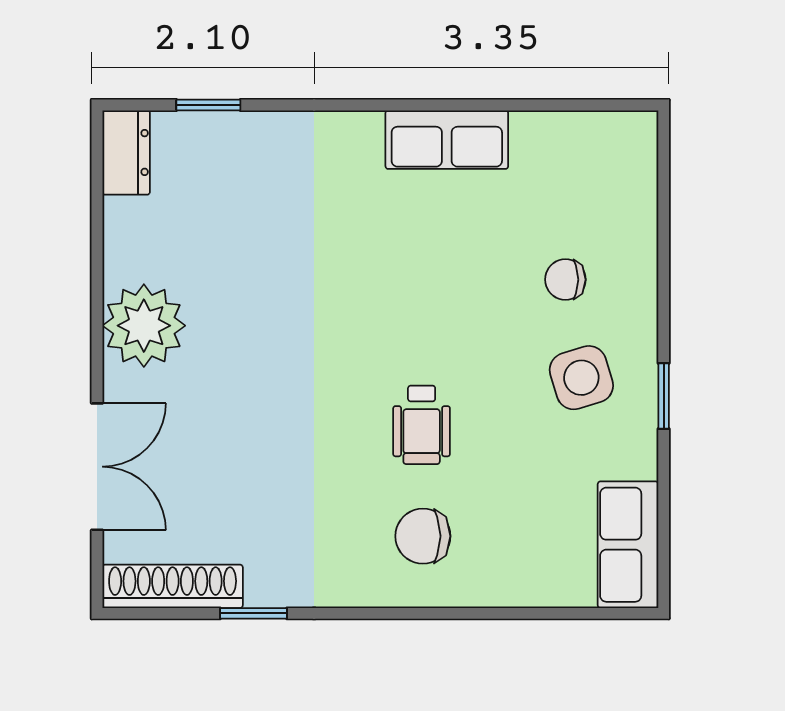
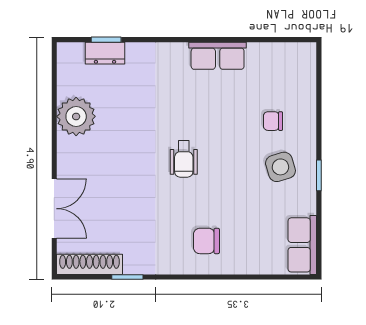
dresser: (126, 152) -> (105, 53), moved, turned 90
plant: (144, 326) -> (76, 116), moved
wheelchair: (422, 425) -> (184, 159), moved

